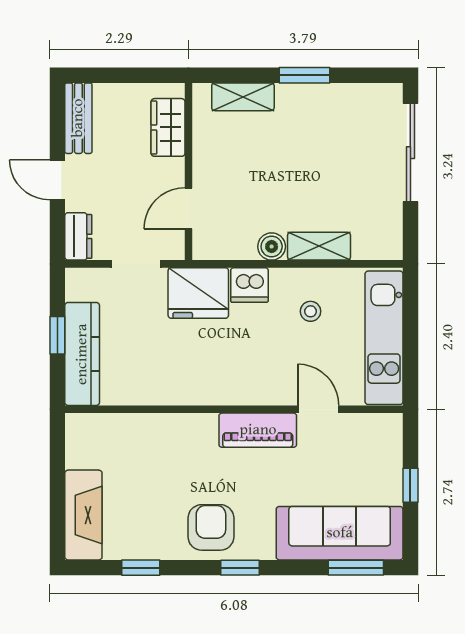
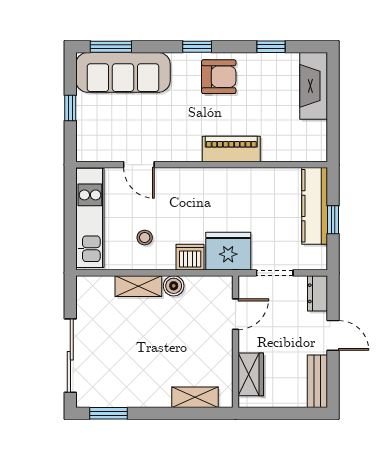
window: (304, 75) -> (108, 413), moved
piano: (258, 430) -> (231, 149), moved
armchair: (211, 527) -> (219, 77), turned -90

